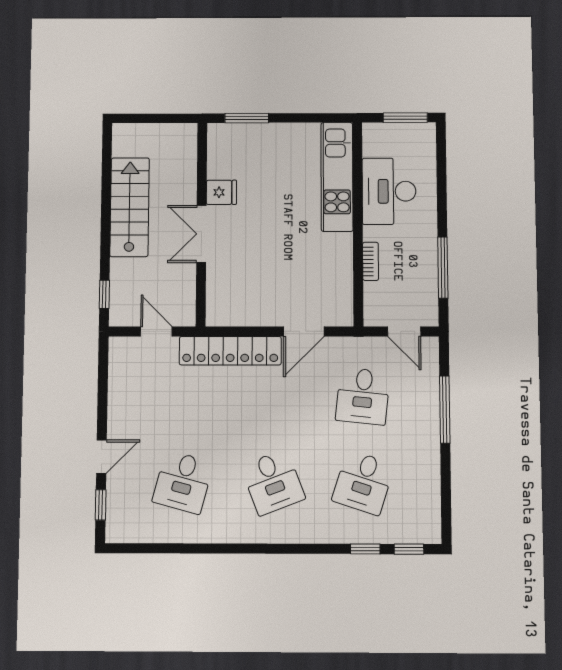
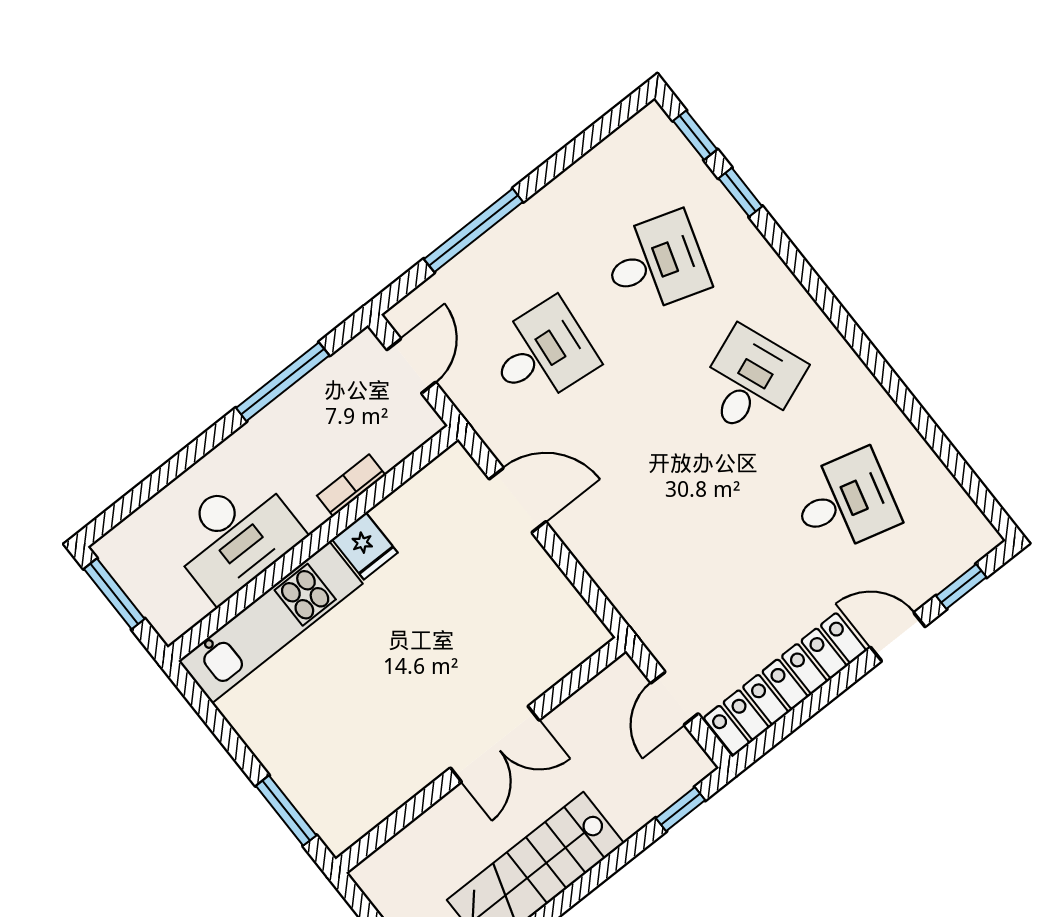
fridge: (221, 192) -> (365, 546), moved, turned 180
locker: (230, 351) -> (785, 684), moved, turned -90

